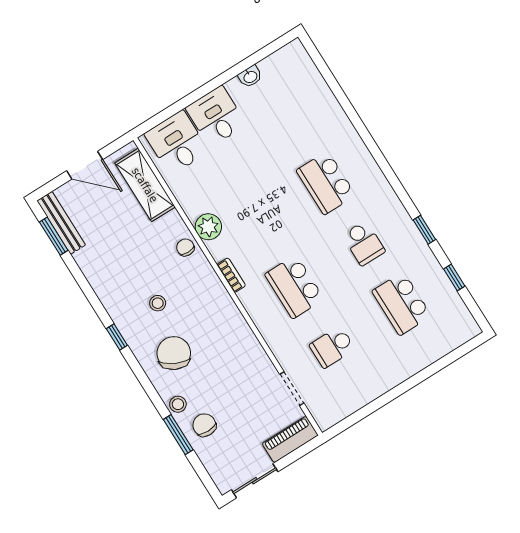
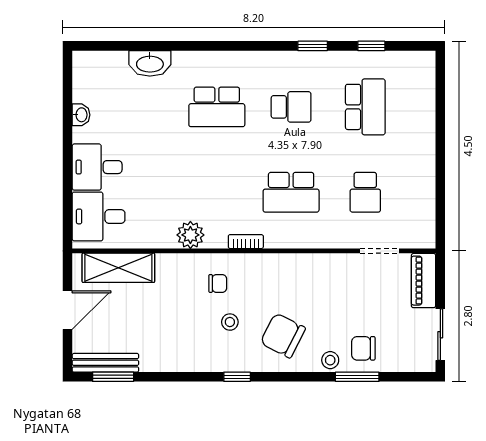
washbasin: (327, 106) -> (150, 63), added
chair: (185, 247) -> (218, 283), moved, turned 180
school desk: (402, 304) -> (365, 107), turned -90

